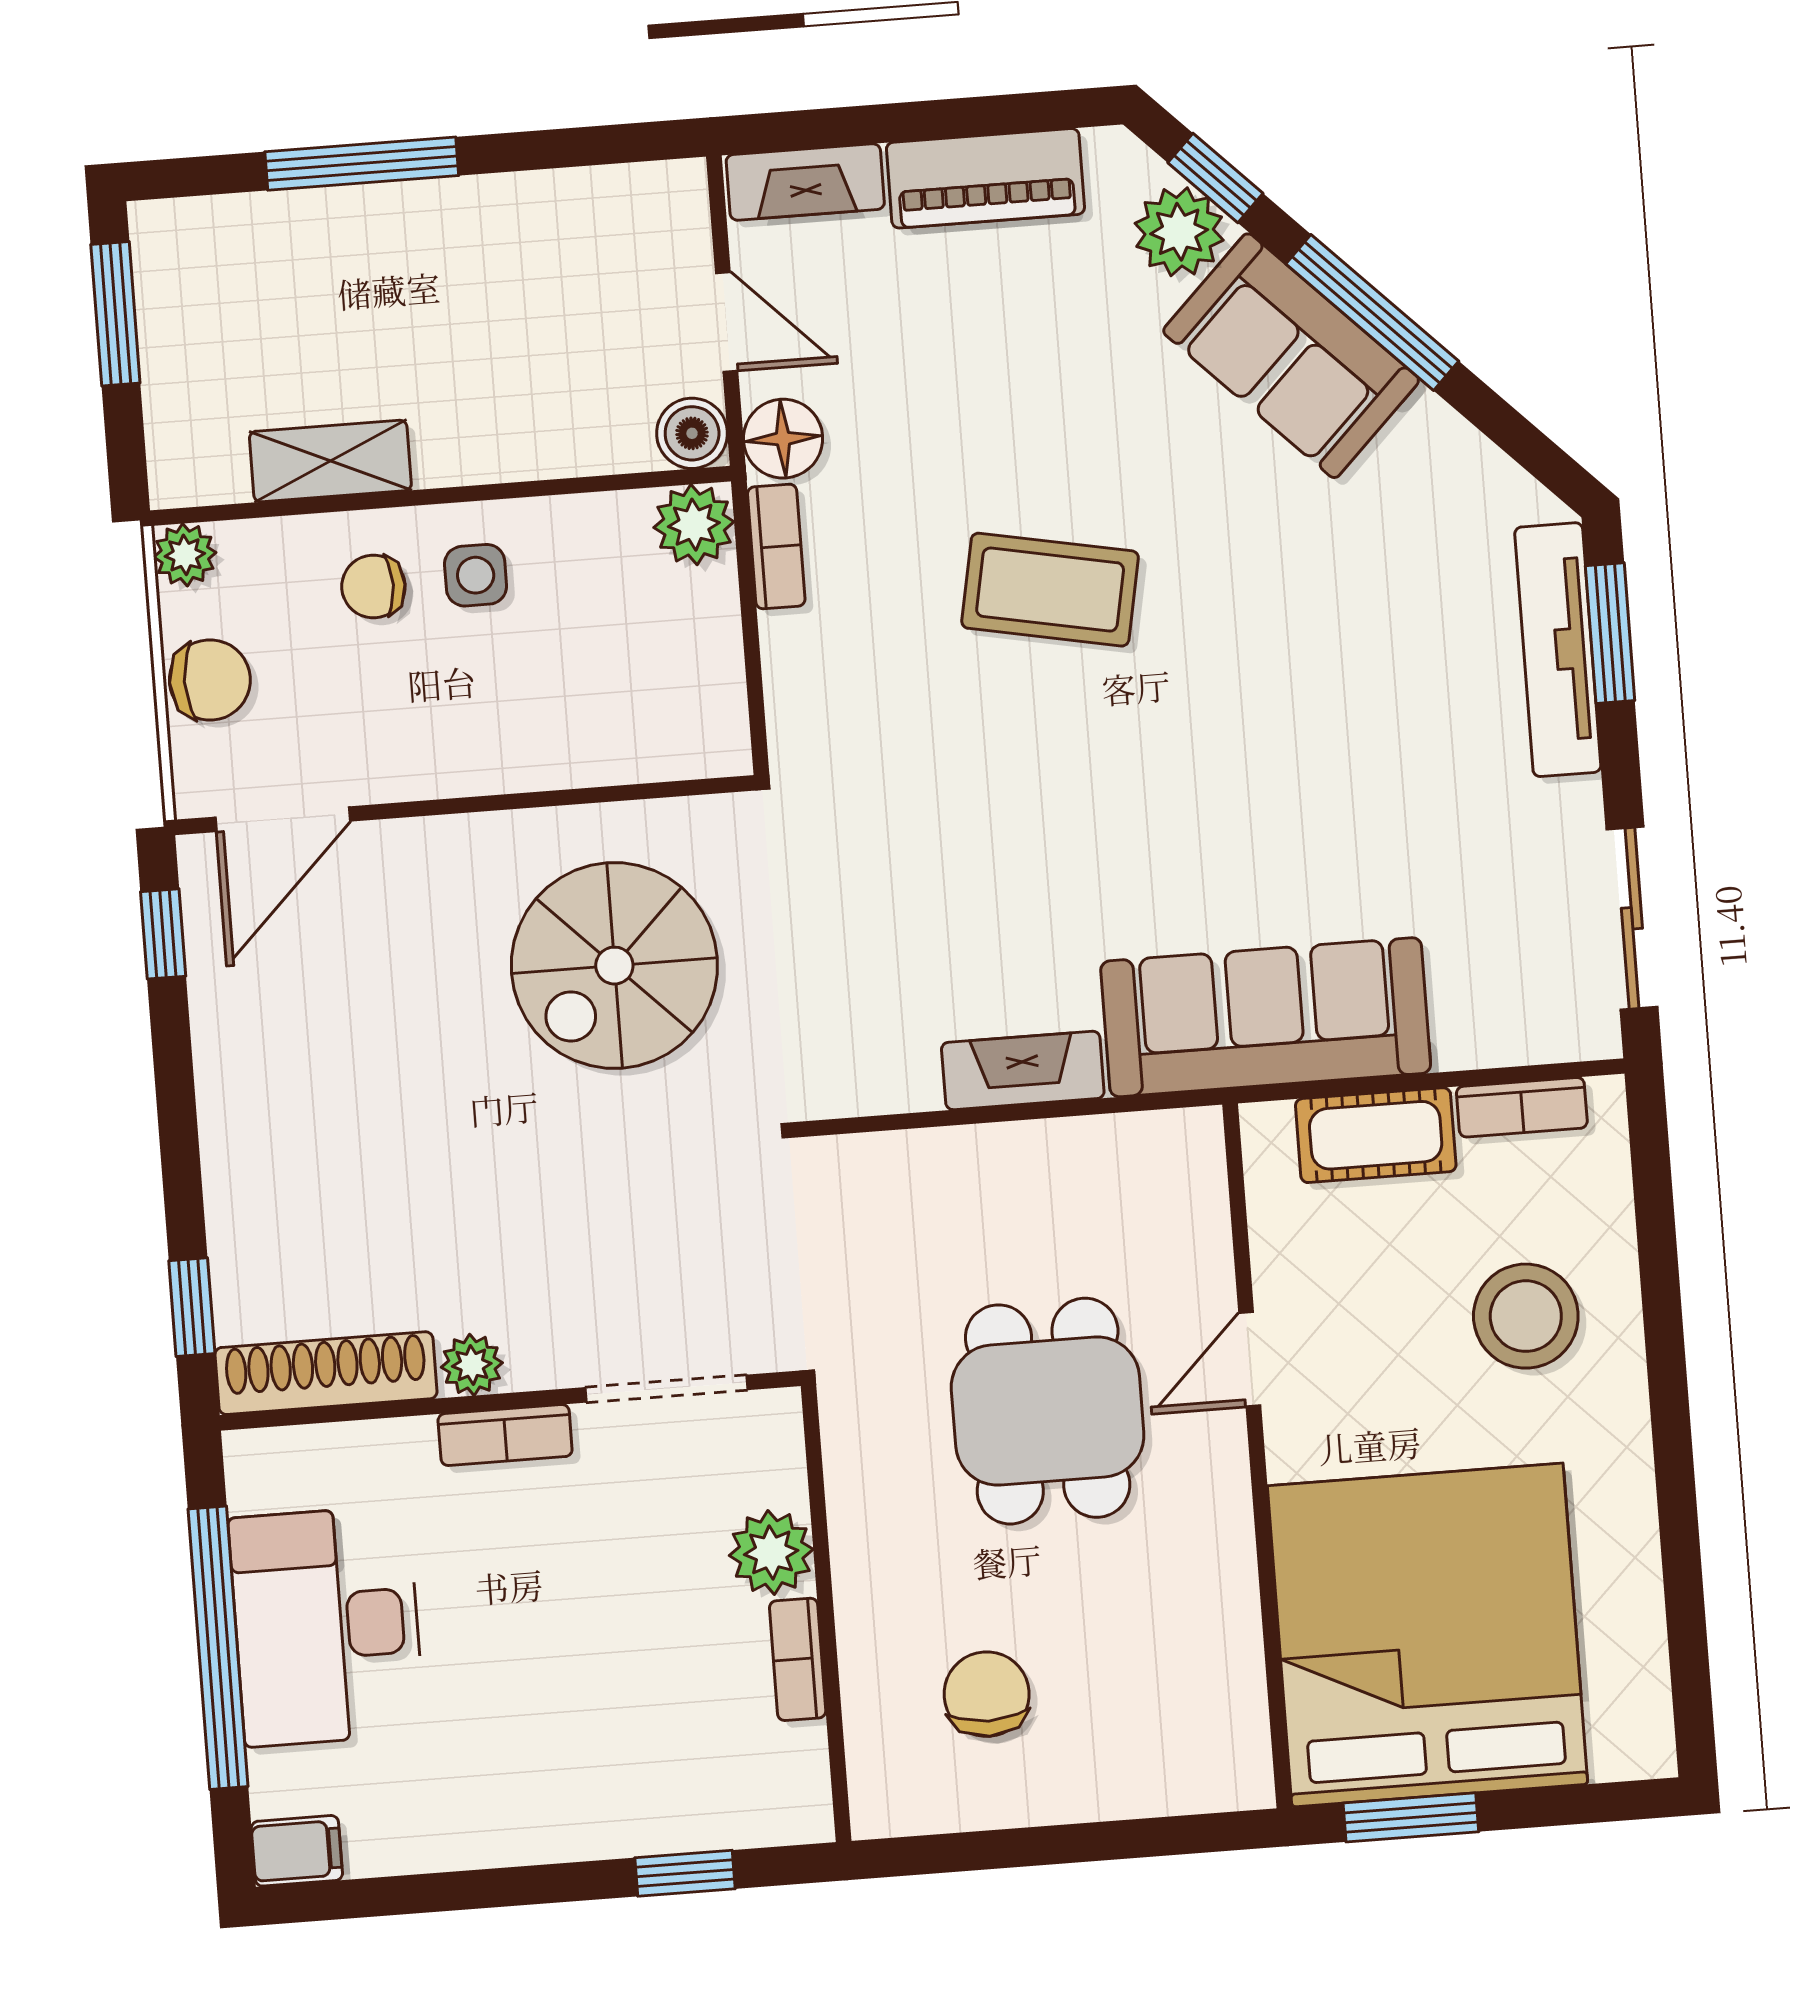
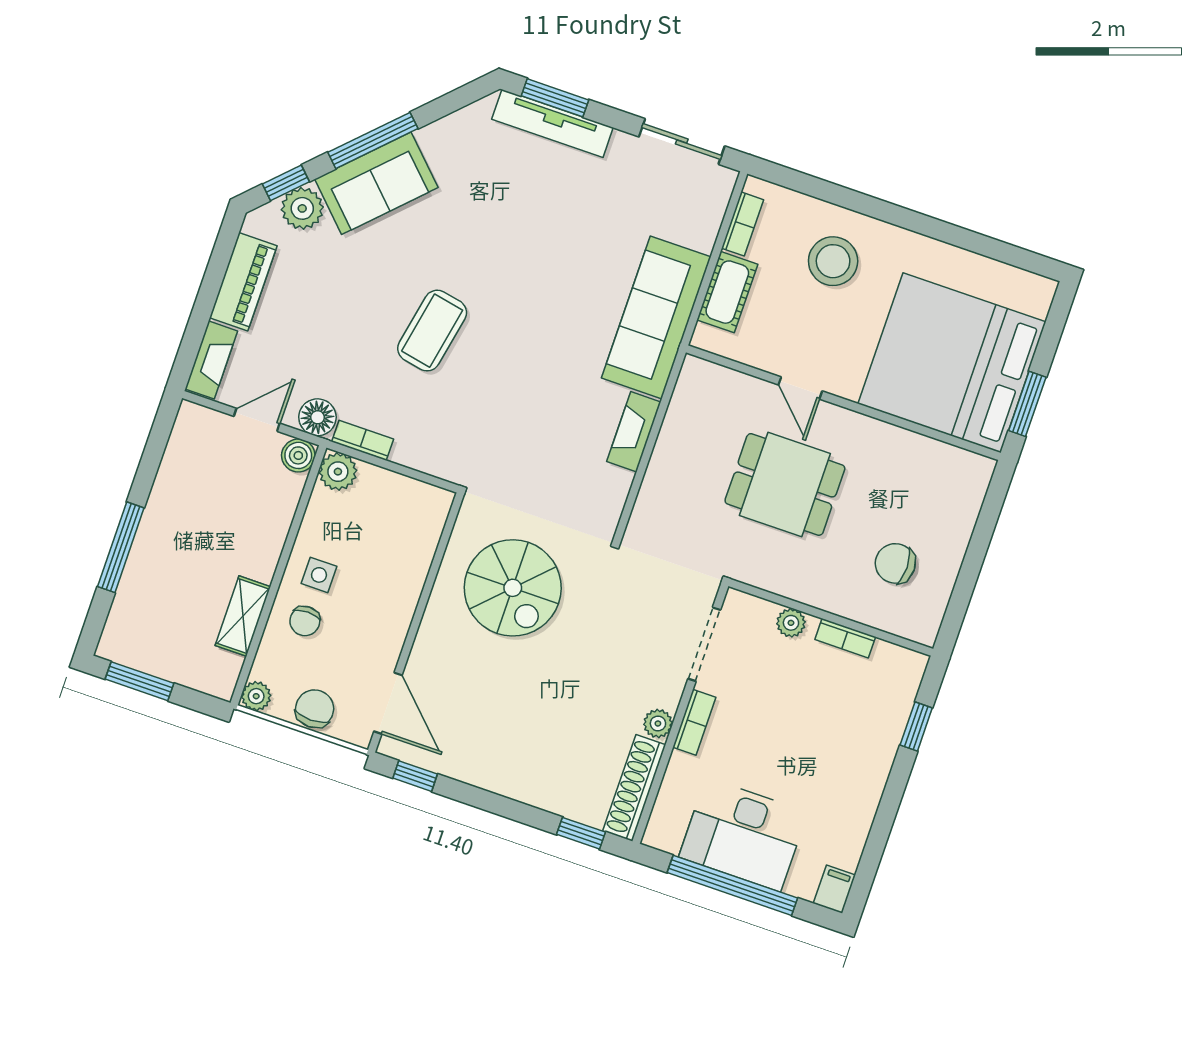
plant: (771, 1552) -> (791, 623), width x0.73, depth x0.73

